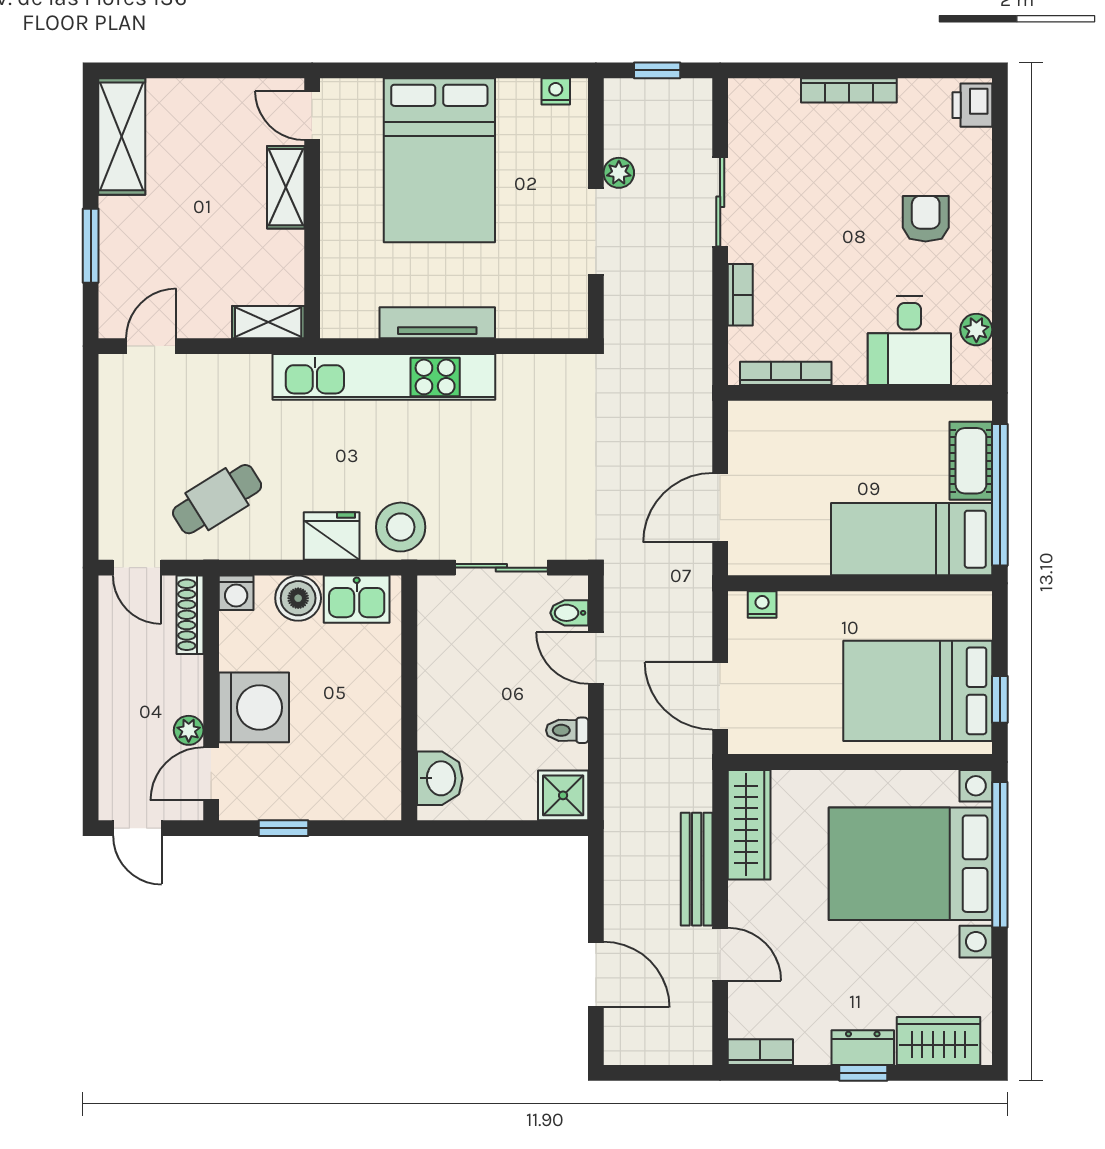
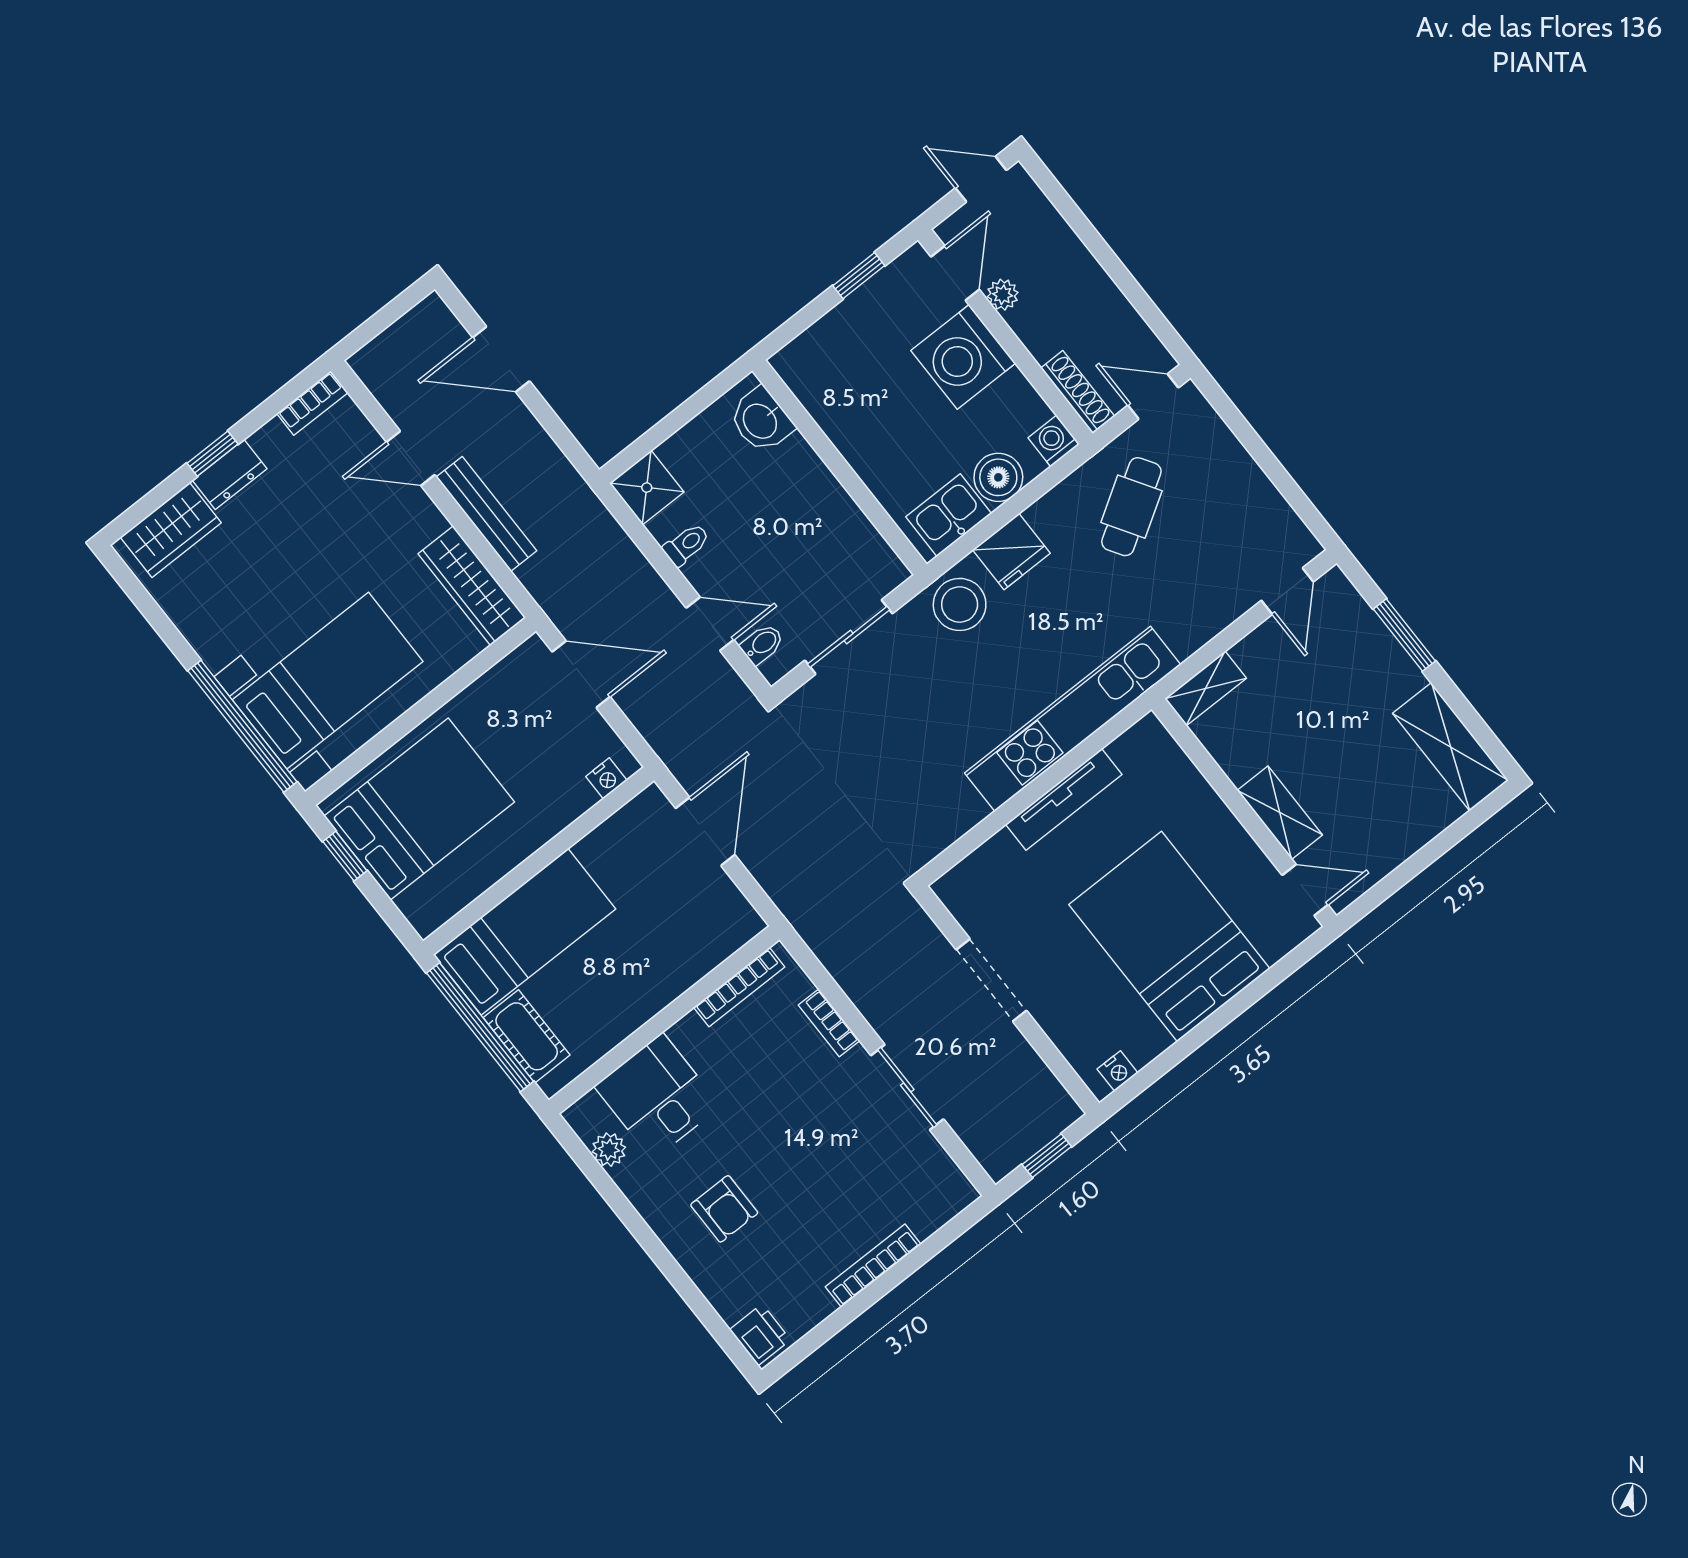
plant: (619, 173) -> (1011, 1045), removed
bed with nightstands: (911, 864) -> (328, 681), width x0.73

